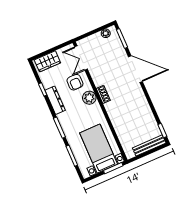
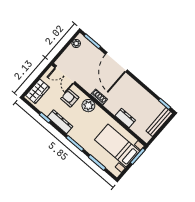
door: (135, 69) -> (116, 62), swing flipped
armchair: (75, 82) -> (70, 98), turned 180
dresser: (119, 126) -> (125, 118), added

